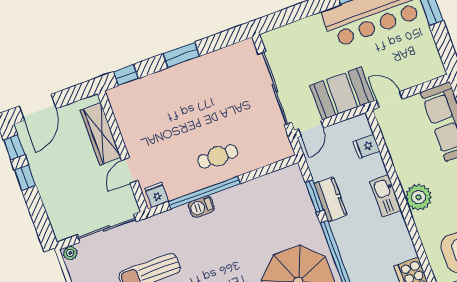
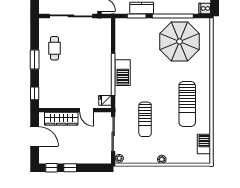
door: (38, 107) -> (35, 136), moved
cafe table: (218, 156) -> (54, 48), moved
barbecue: (201, 207) -> (123, 73), width x1.88, depth x1.53

